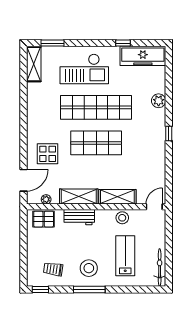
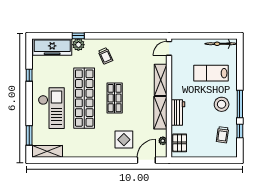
freezer: (143, 56) -> (52, 47), moved, turned 90
trolley: (145, 132) -> (105, 56), added
window: (169, 133) -> (78, 36), moved
shop shelf: (96, 143) -> (115, 98), width x0.70, depth x0.74
door: (23, 180) -> (146, 160), hinge flipped
door: (154, 207) -> (169, 48), hinge flipped
stool: (122, 218) -> (179, 76), removed
window: (40, 290) -> (240, 131), moved

